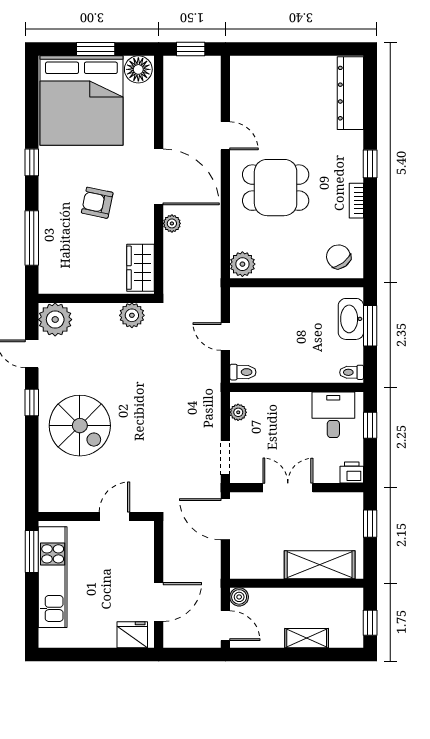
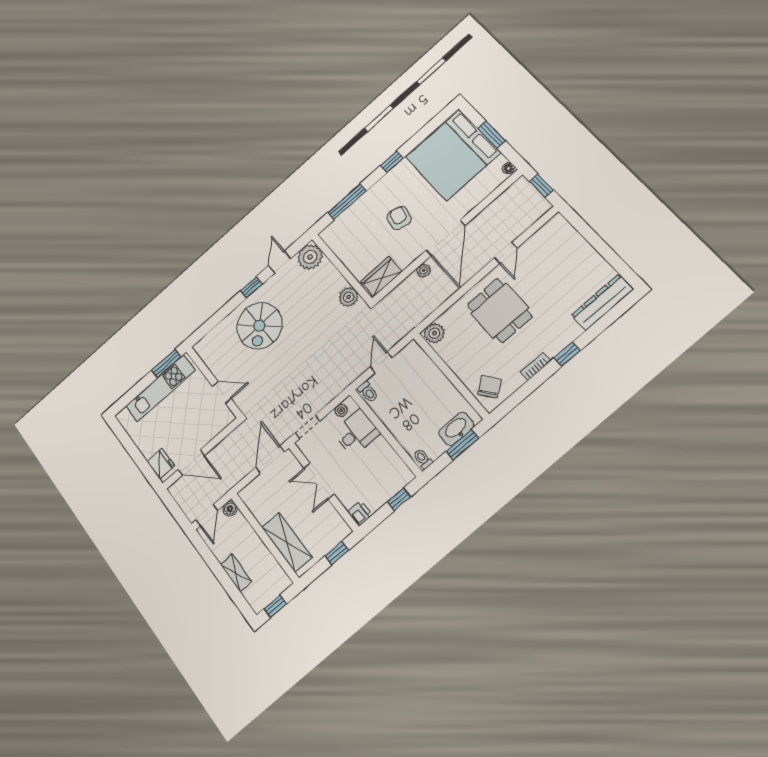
floor lamp: (138, 69) -> (508, 168), width x0.53, depth x0.53
desk: (333, 415) -> (356, 433), moved
double door: (288, 488) -> (319, 481), swing flipped

